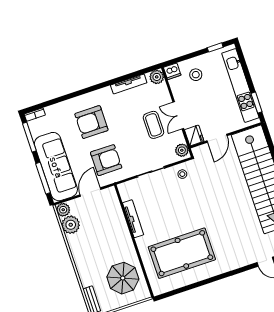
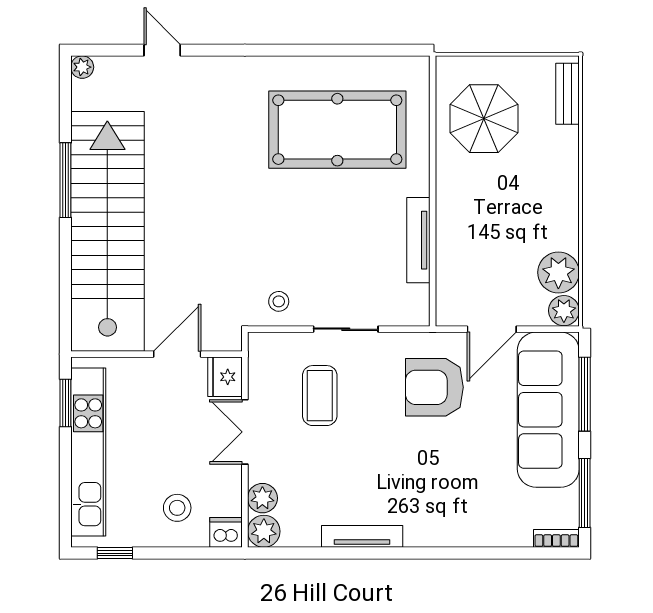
tv unit: (129, 84) -> (362, 536), moved
double door: (178, 115) -> (245, 432), swing flipped
armchair: (91, 122) -> (439, 481), removed
coffee table: (153, 125) -> (320, 396), moved
plant: (182, 150) -> (262, 498), moved

